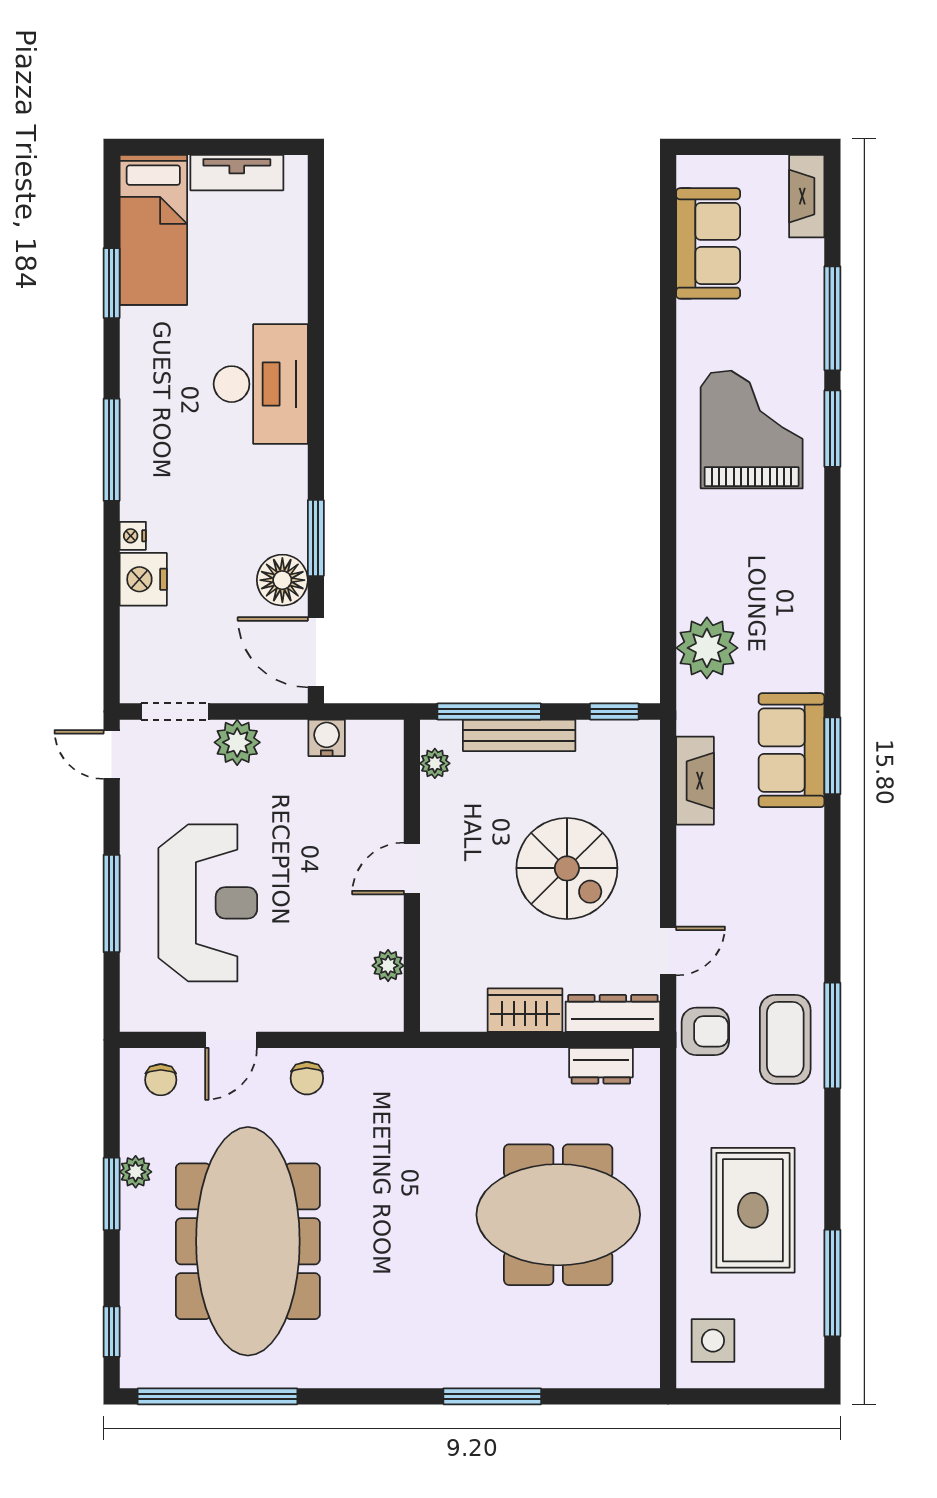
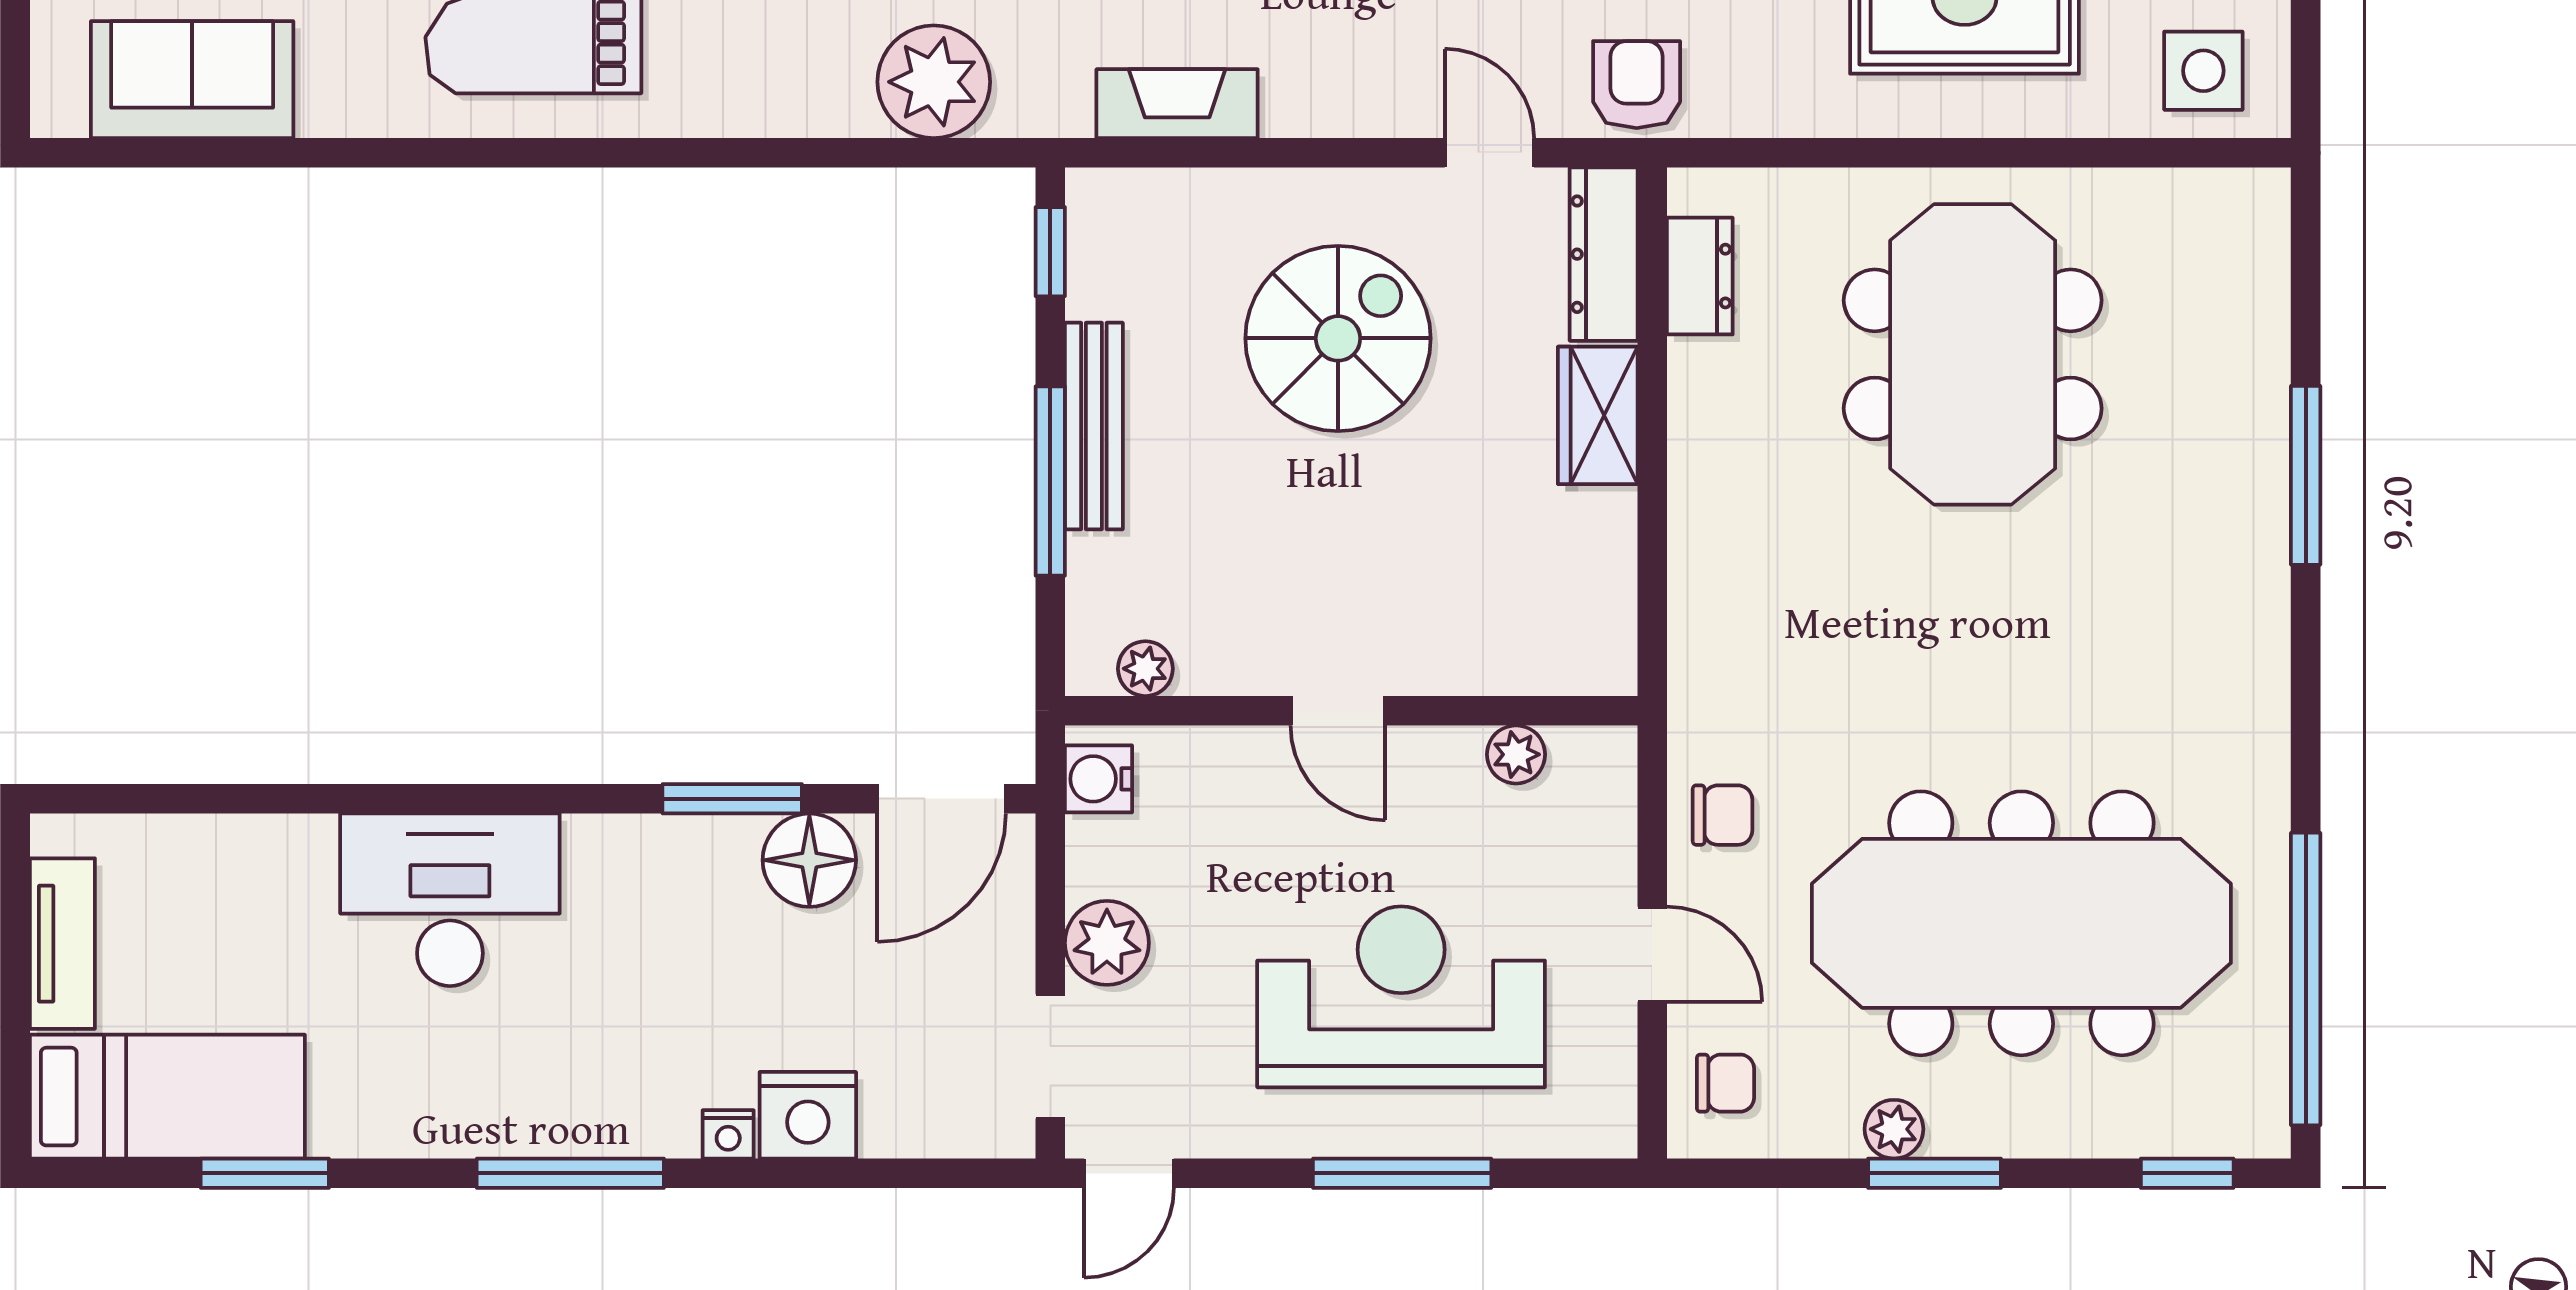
plant: (435, 763) -> (1145, 669), moved
door: (412, 868) -> (1338, 711), moved
wall: (412, 876) -> (1351, 711), moved
plant: (388, 966) -> (1516, 754), moved

